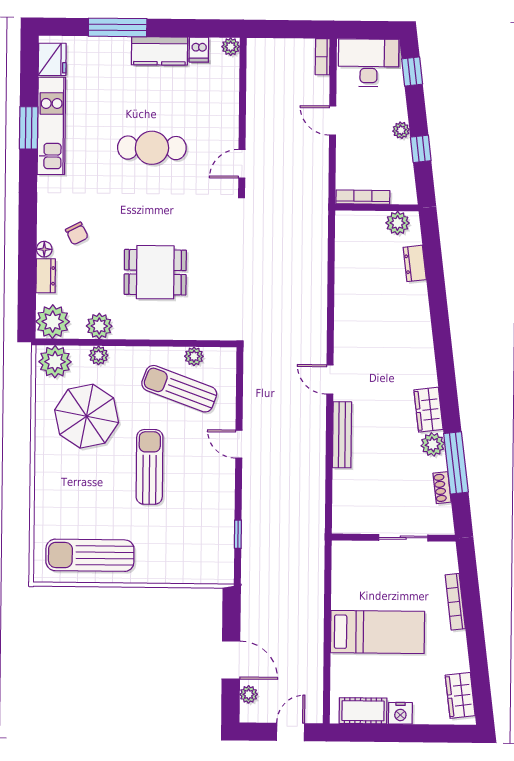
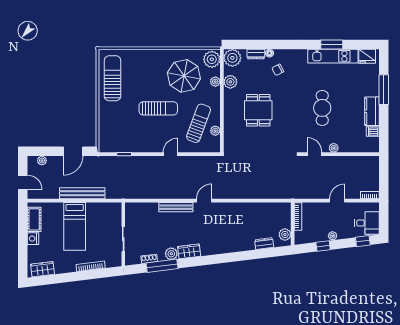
plant: (231, 47) -> (334, 148), moved
desk: (369, 63) -> (367, 223), width x0.73
bench: (313, 617) -> (82, 193), added
door: (231, 660) -> (73, 151), moved

